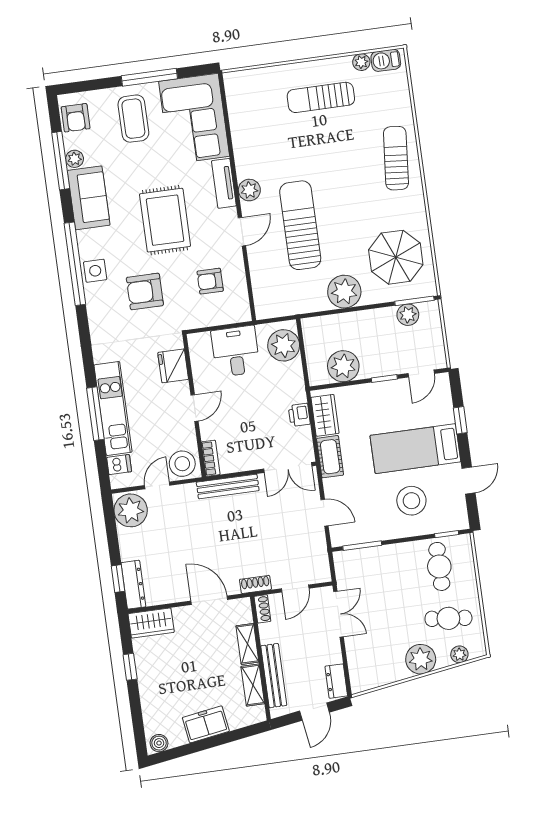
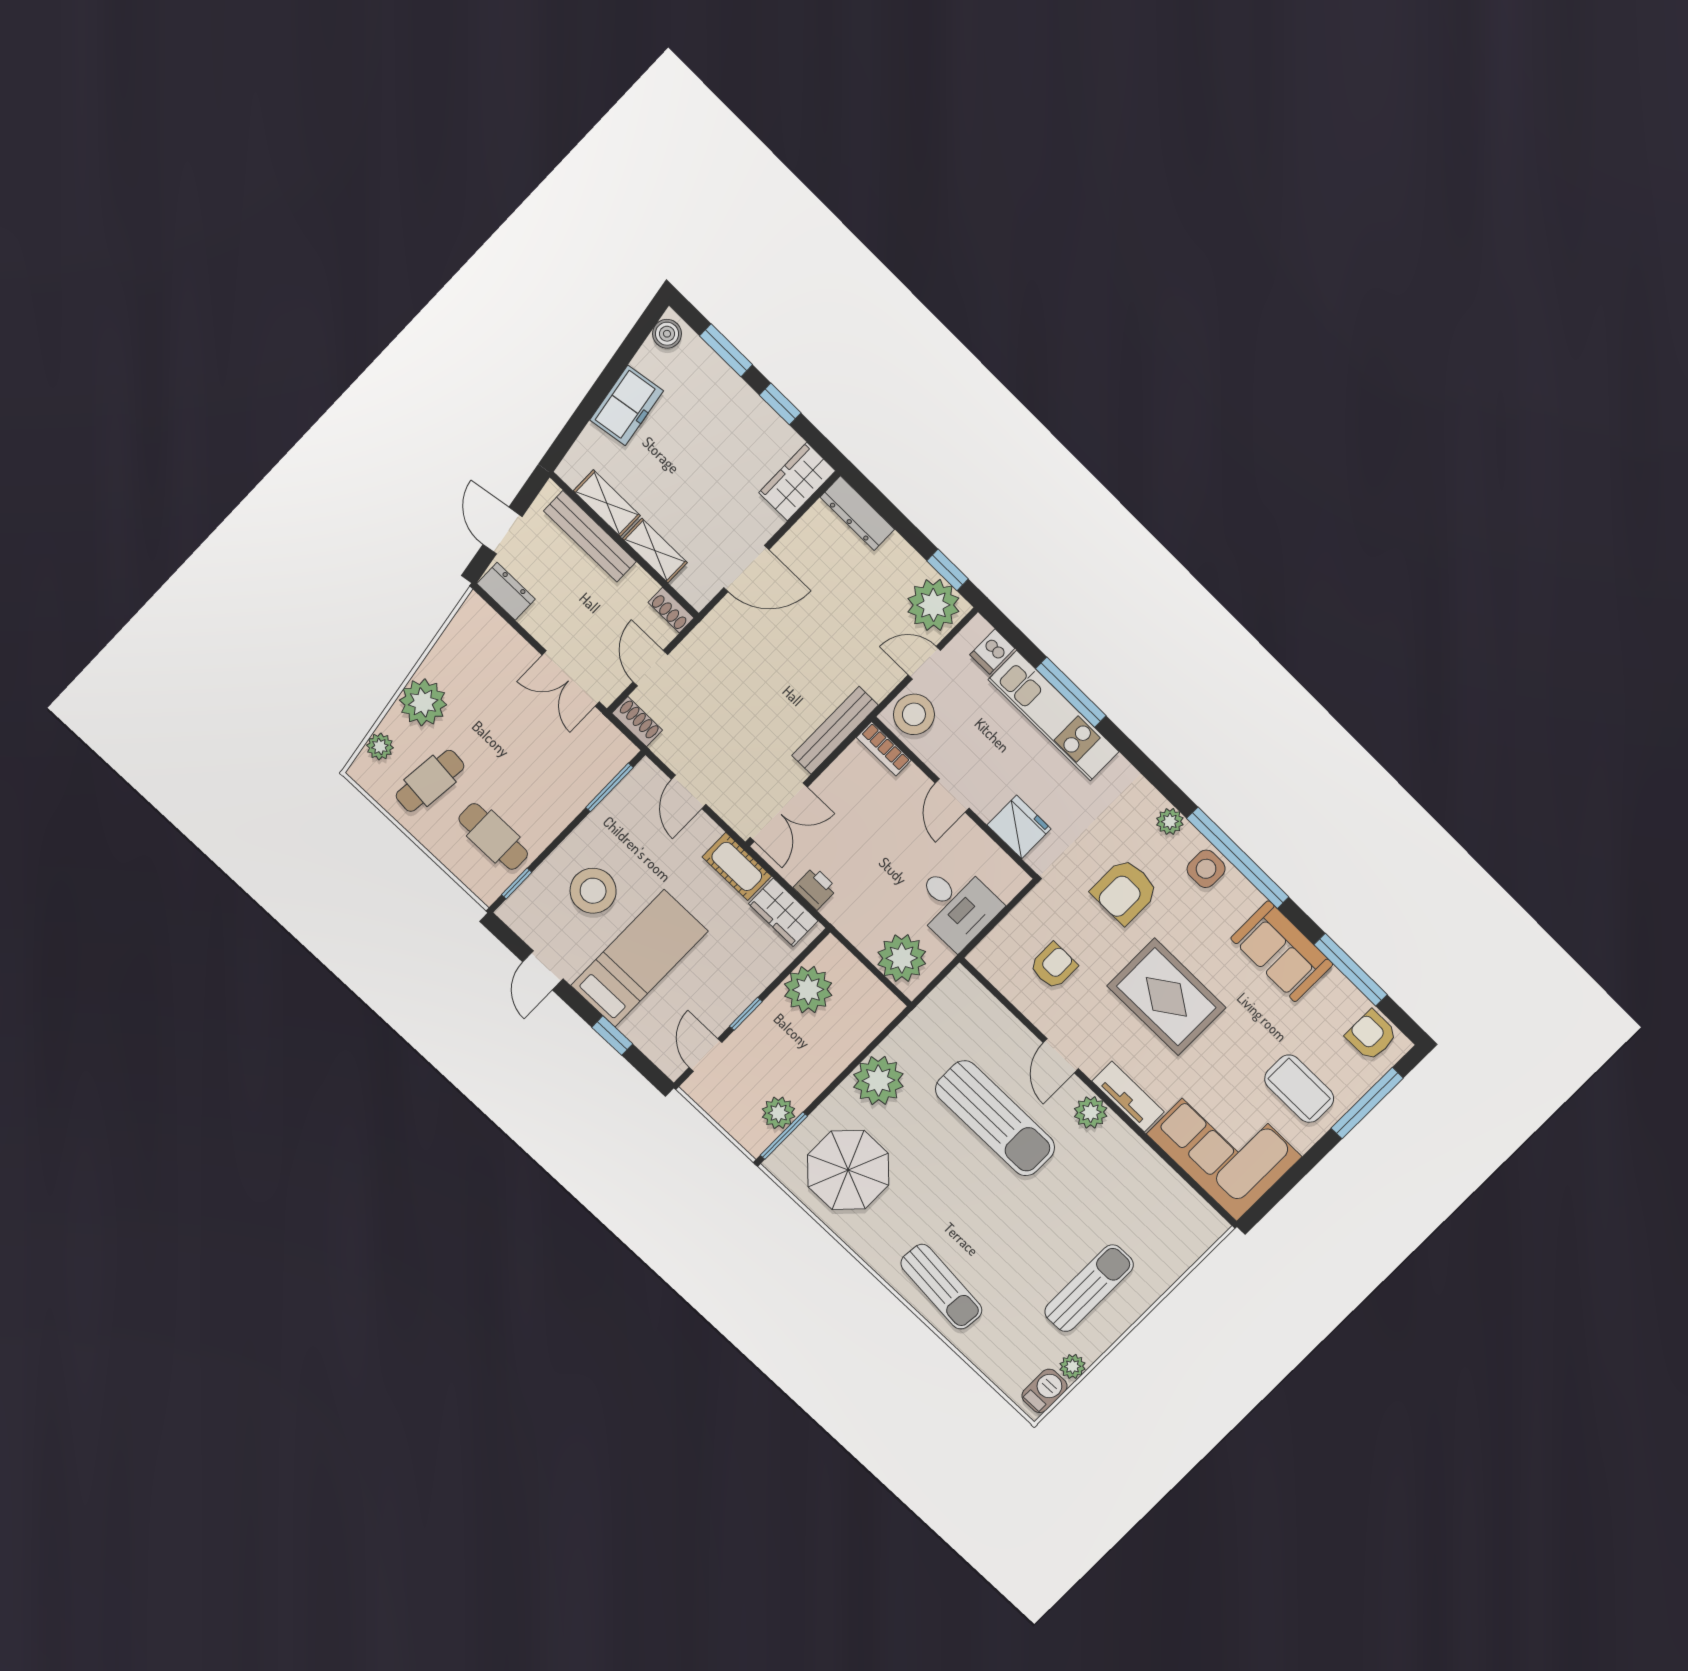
window: (149, 77) -> (1367, 1103), moved
plant: (75, 159) -> (1170, 821), moved
armchair: (145, 291) -> (1125, 891), turned 180
double door: (288, 467) -> (779, 812), swing flipped
door: (157, 485) -> (924, 663), swing flipped
door: (325, 513) -> (689, 792), hinge flipped
window: (118, 579) -> (948, 570), moved
shoe rack: (255, 584) -> (637, 722), moved, turned -90
window: (136, 713) -> (726, 350), added

